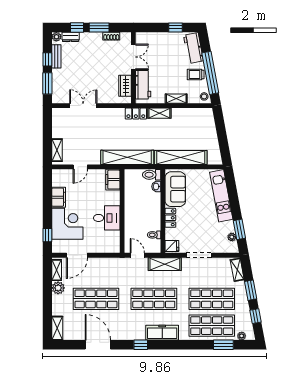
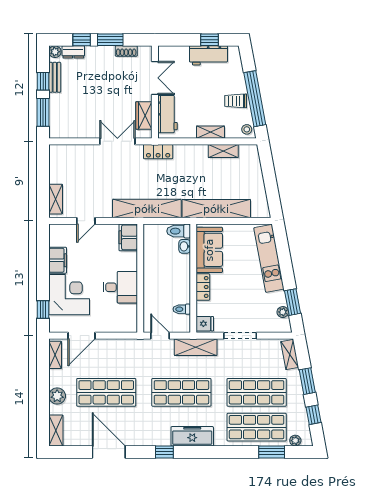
workbench: (193, 48) -> (208, 55), moved, turned -79
double door: (83, 106) -> (117, 141), moved
shelving: (159, 113) -> (223, 151), moved
plant: (58, 288) -> (57, 396), moved

